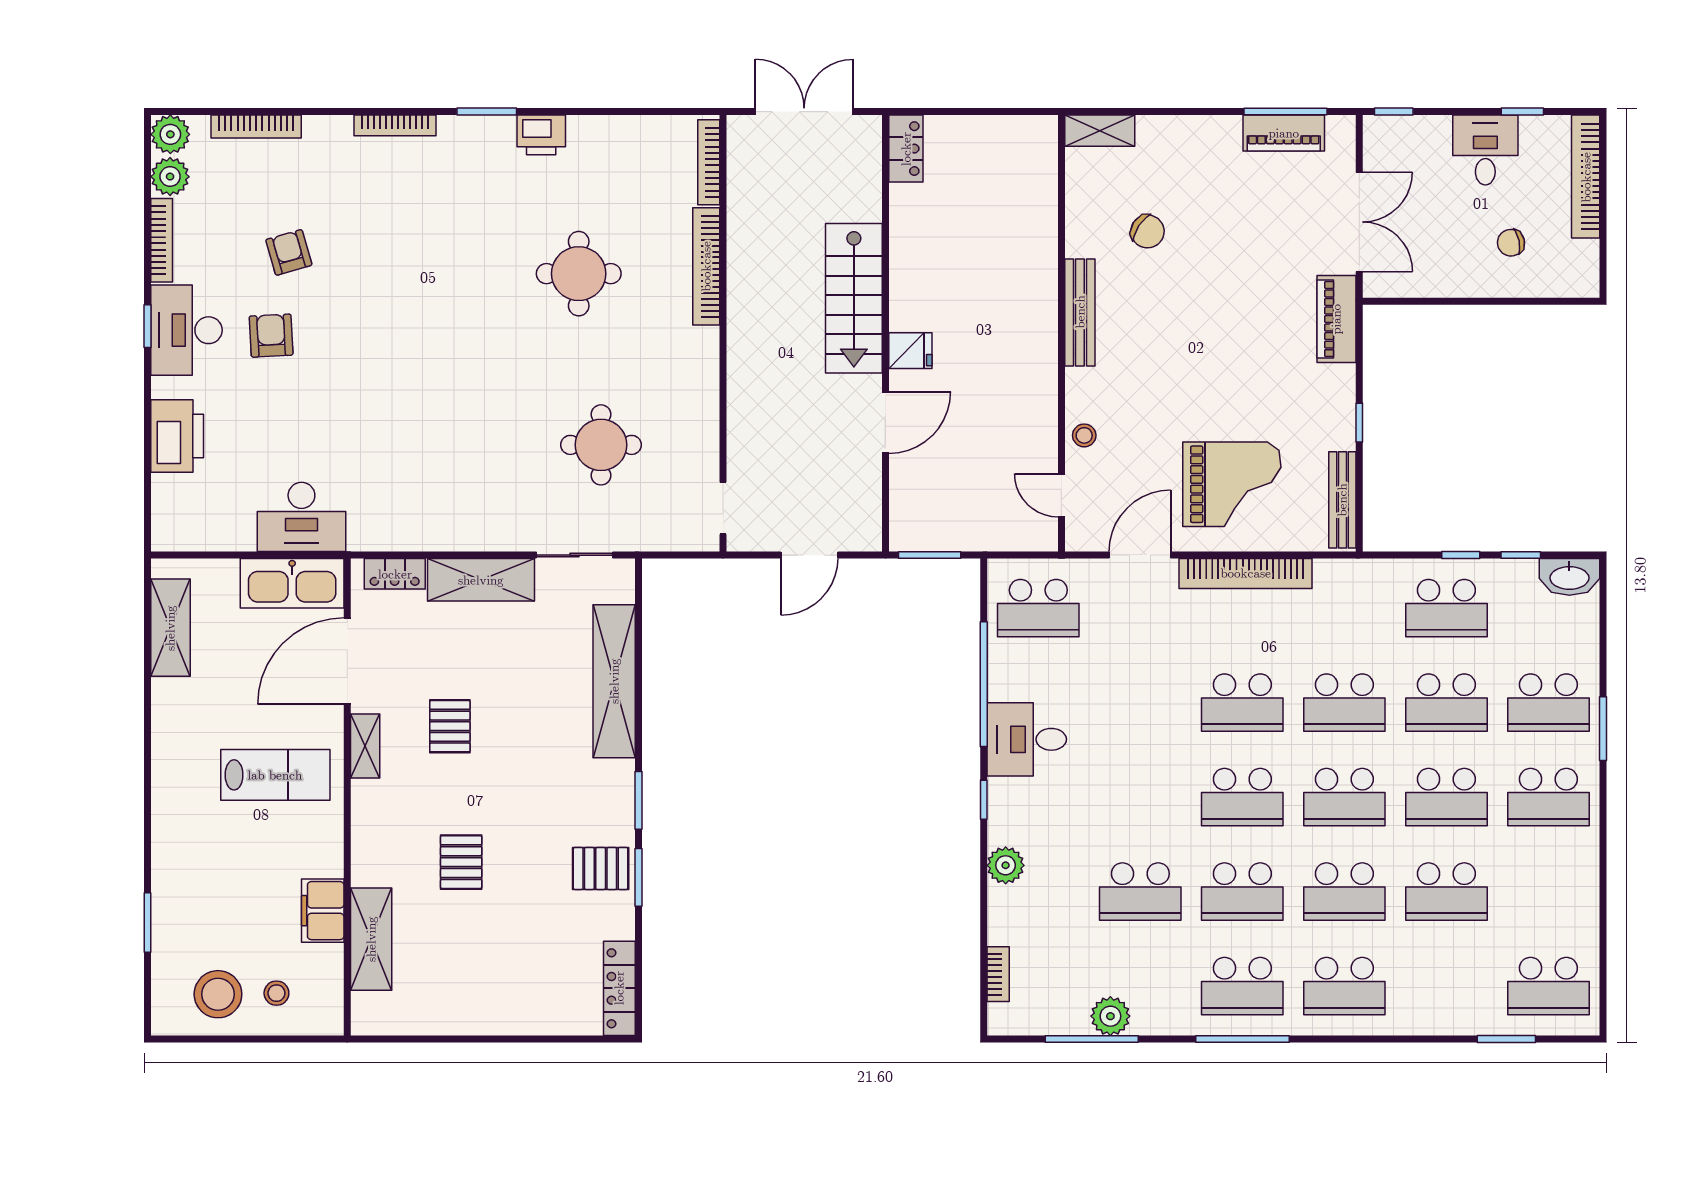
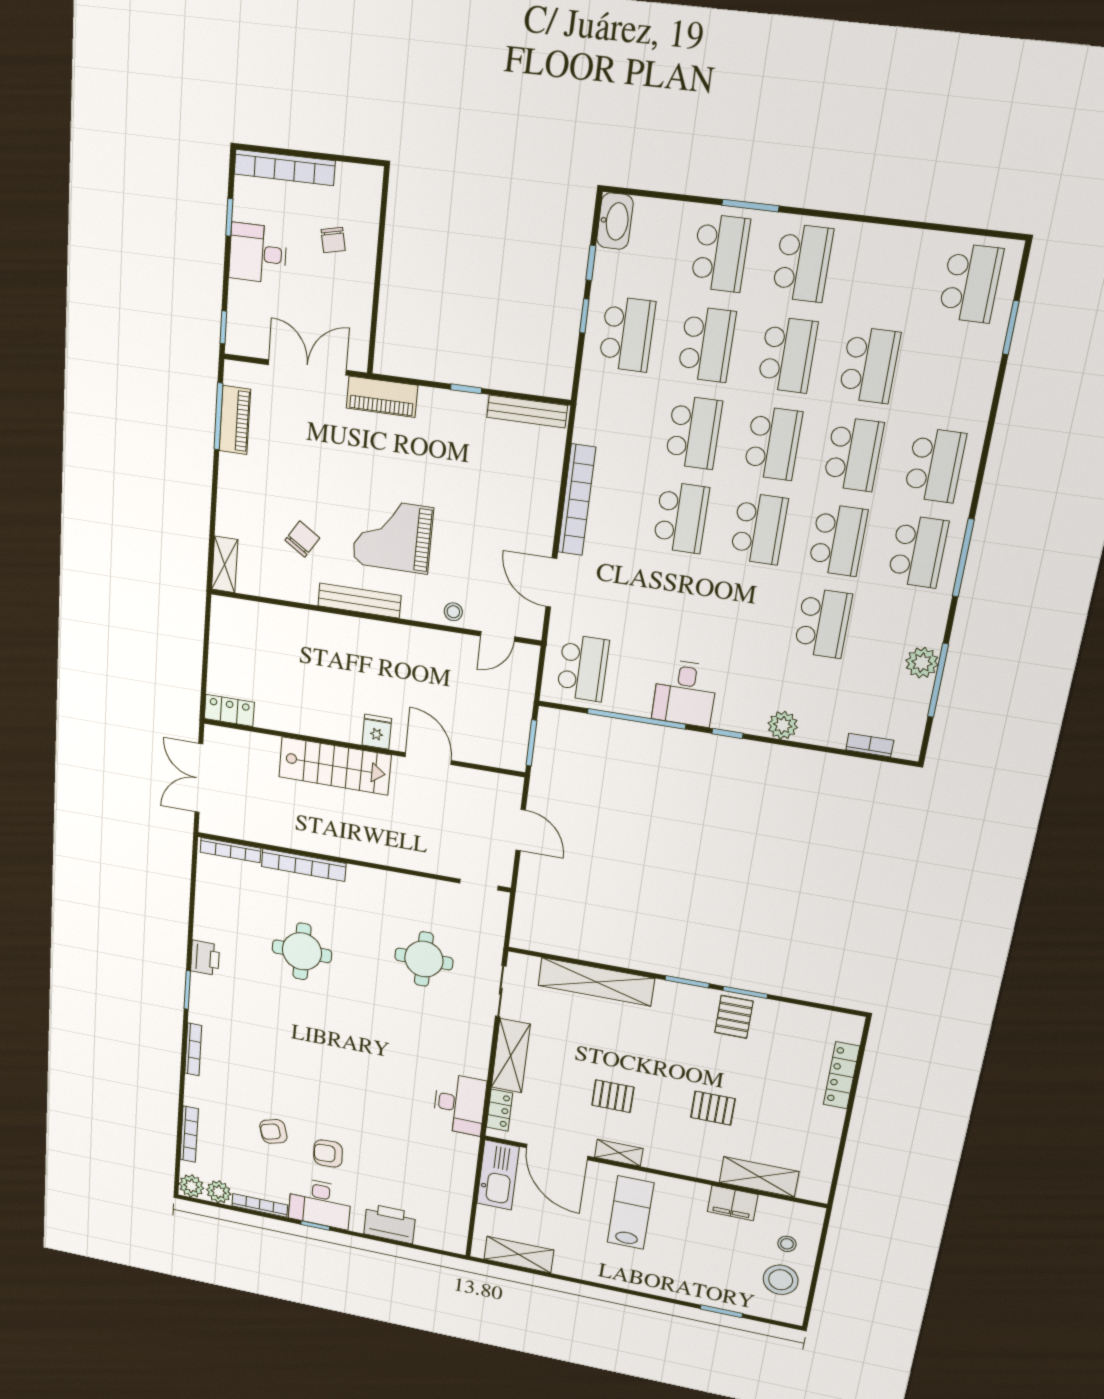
grand piano: (1232, 484) -> (393, 536), moved, turned -90
desk: (301, 517) -> (459, 1104), moved
locker: (619, 988) -> (841, 1075), moved, turned 90

